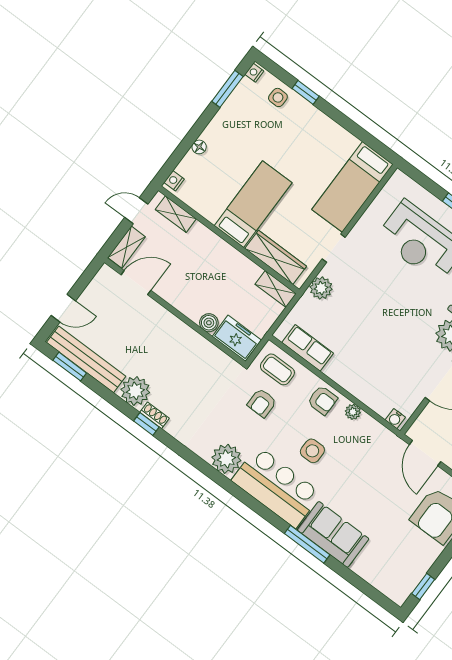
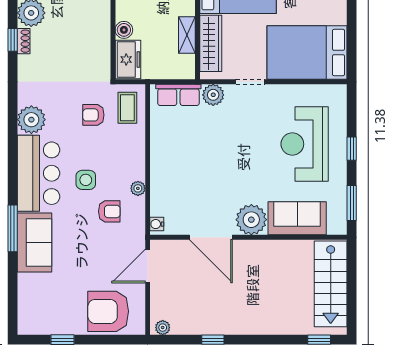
bed: (352, 187) -> (307, 52), width x1.50
shelving: (276, 289) -> (187, 35), moved
row of seats: (308, 348) -> (178, 95), moved, turned 90
armchair: (322, 400) -> (109, 211), moved, turned -90
window: (423, 586) -> (63, 340), moved

